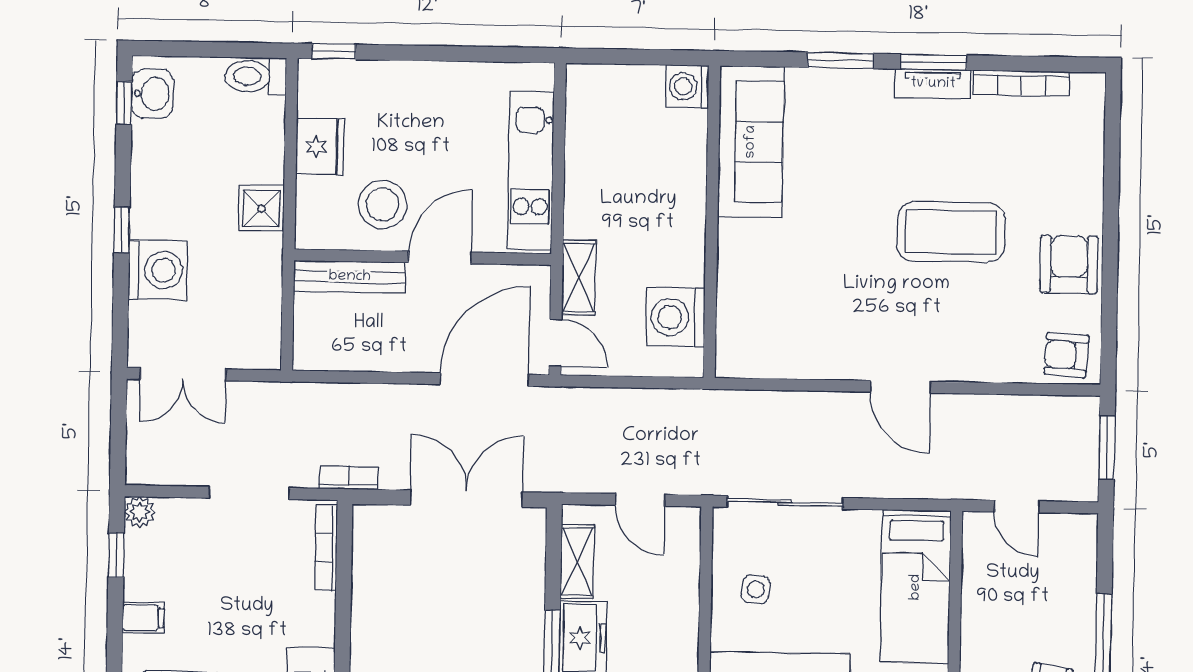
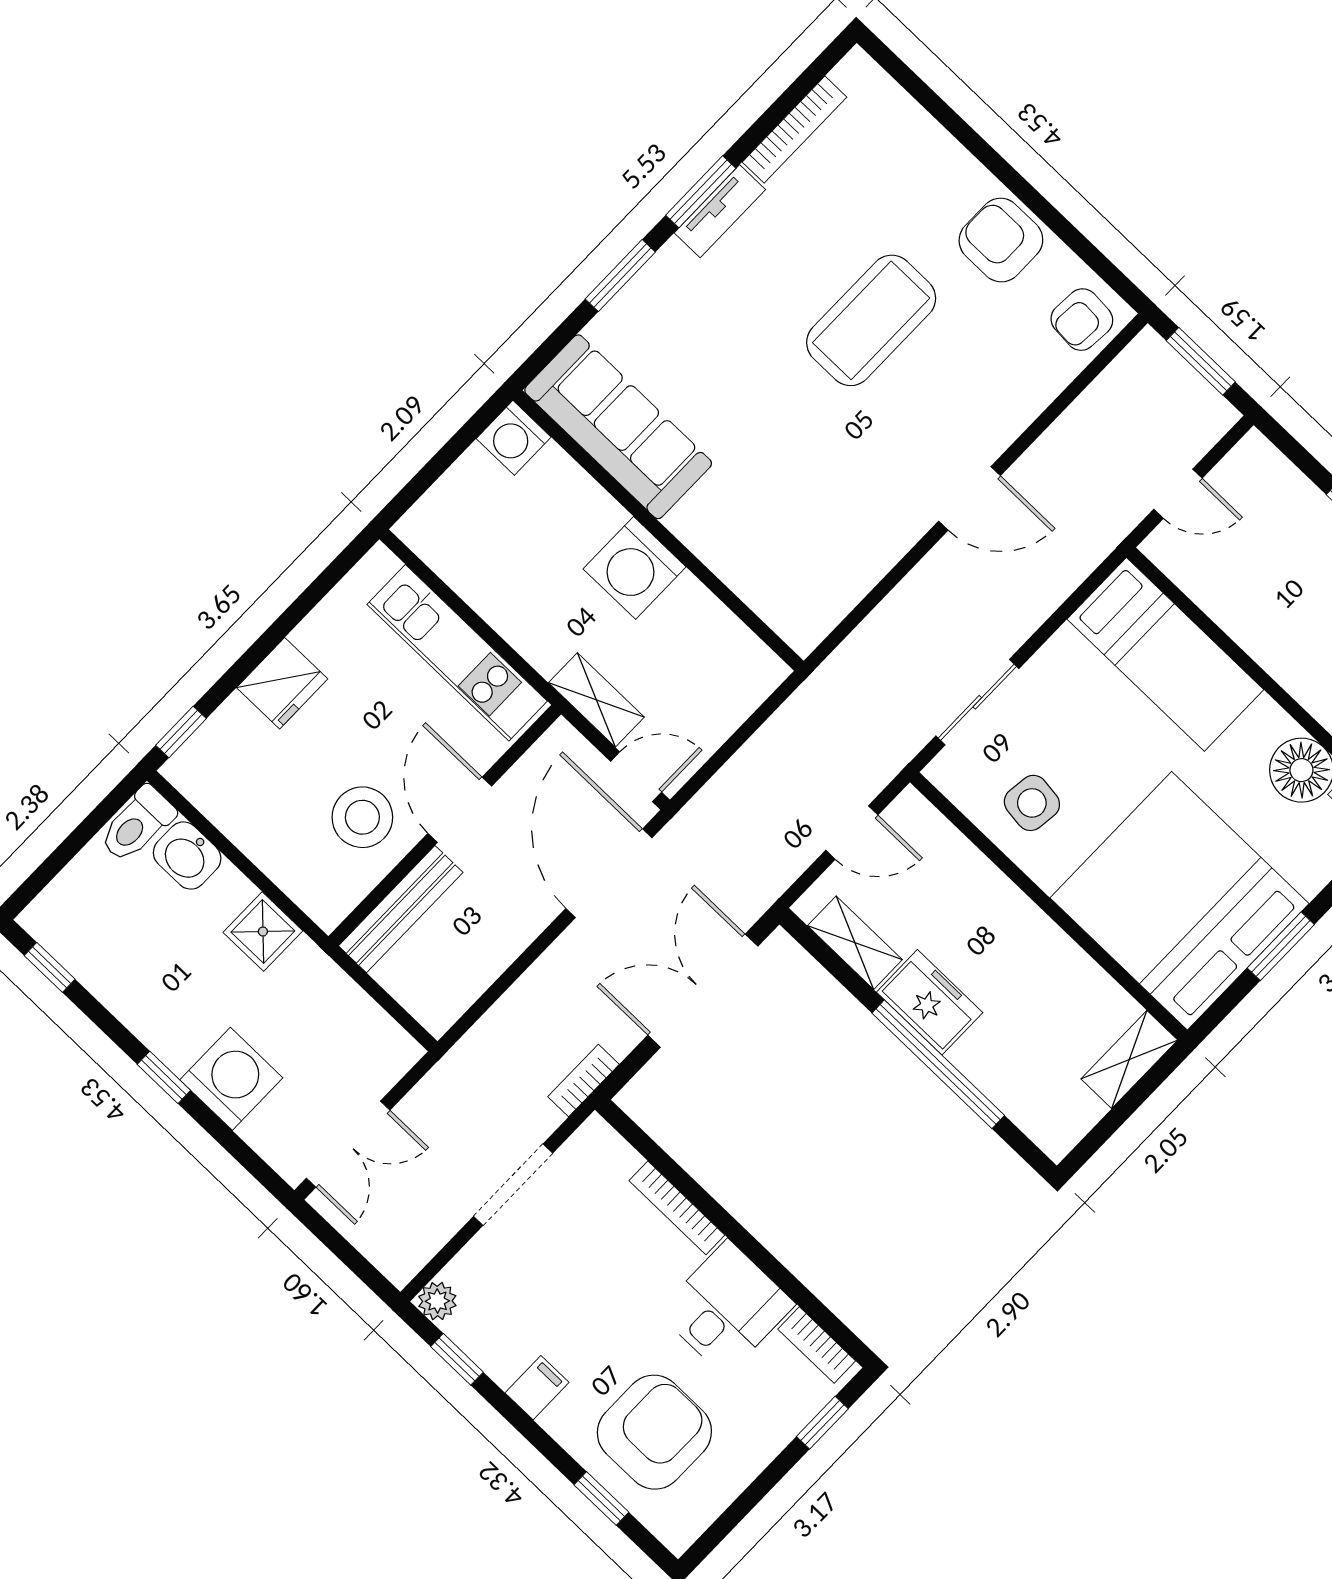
washbasin: (152, 94) -> (187, 856), moved, turned 180
fridge: (320, 147) -> (282, 683), moved, turned 90
washing machine: (676, 317) -> (635, 568), moved
sliding door: (785, 502) -> (977, 702), width x0.73
bookcase: (326, 548) -> (677, 1208), moved
side table: (756, 589) -> (1032, 803), width x1.37, depth x1.37

